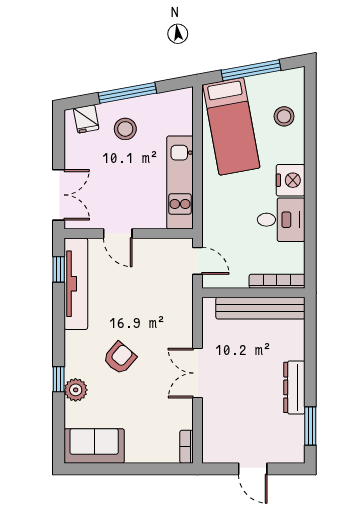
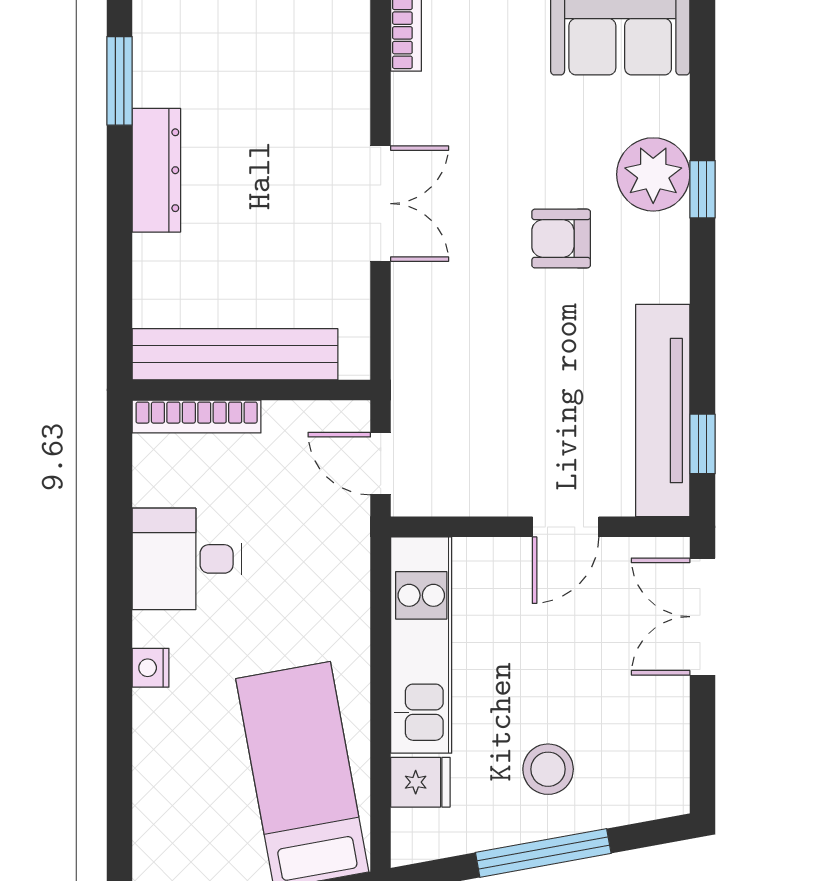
stool: (284, 116) -> (180, 798), removed
fridge: (86, 119) -> (420, 782), moved, turned 100
nightstand: (291, 180) -> (151, 668), width x0.53, depth x0.56
door: (118, 234) -> (566, 527), swing flipped
armchair: (120, 358) -> (561, 239), turned 49
plant: (76, 390) -> (653, 174), width x1.36, depth x1.36

